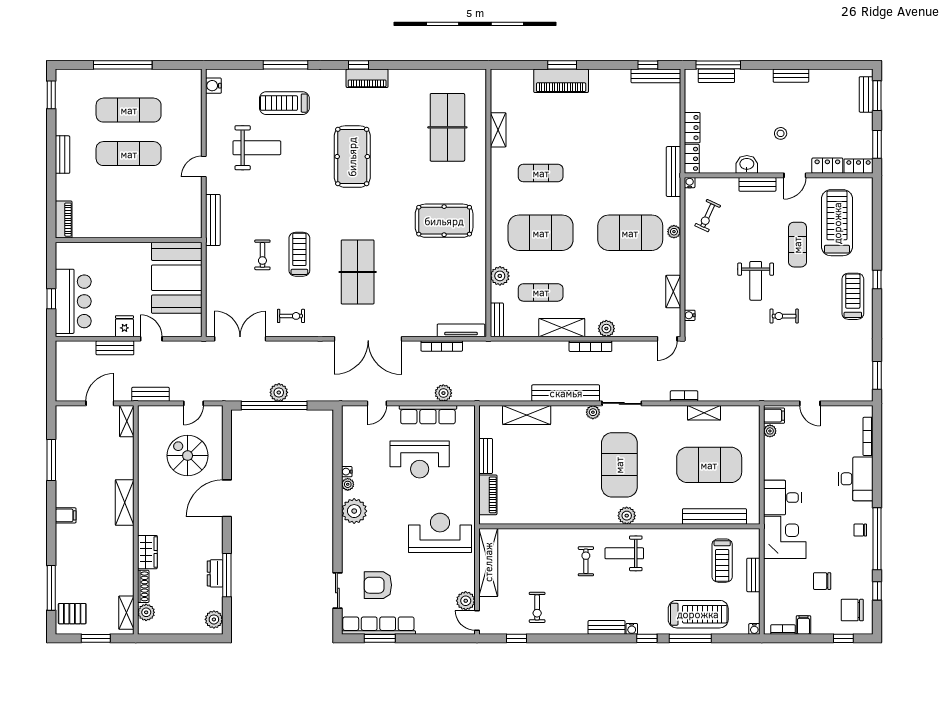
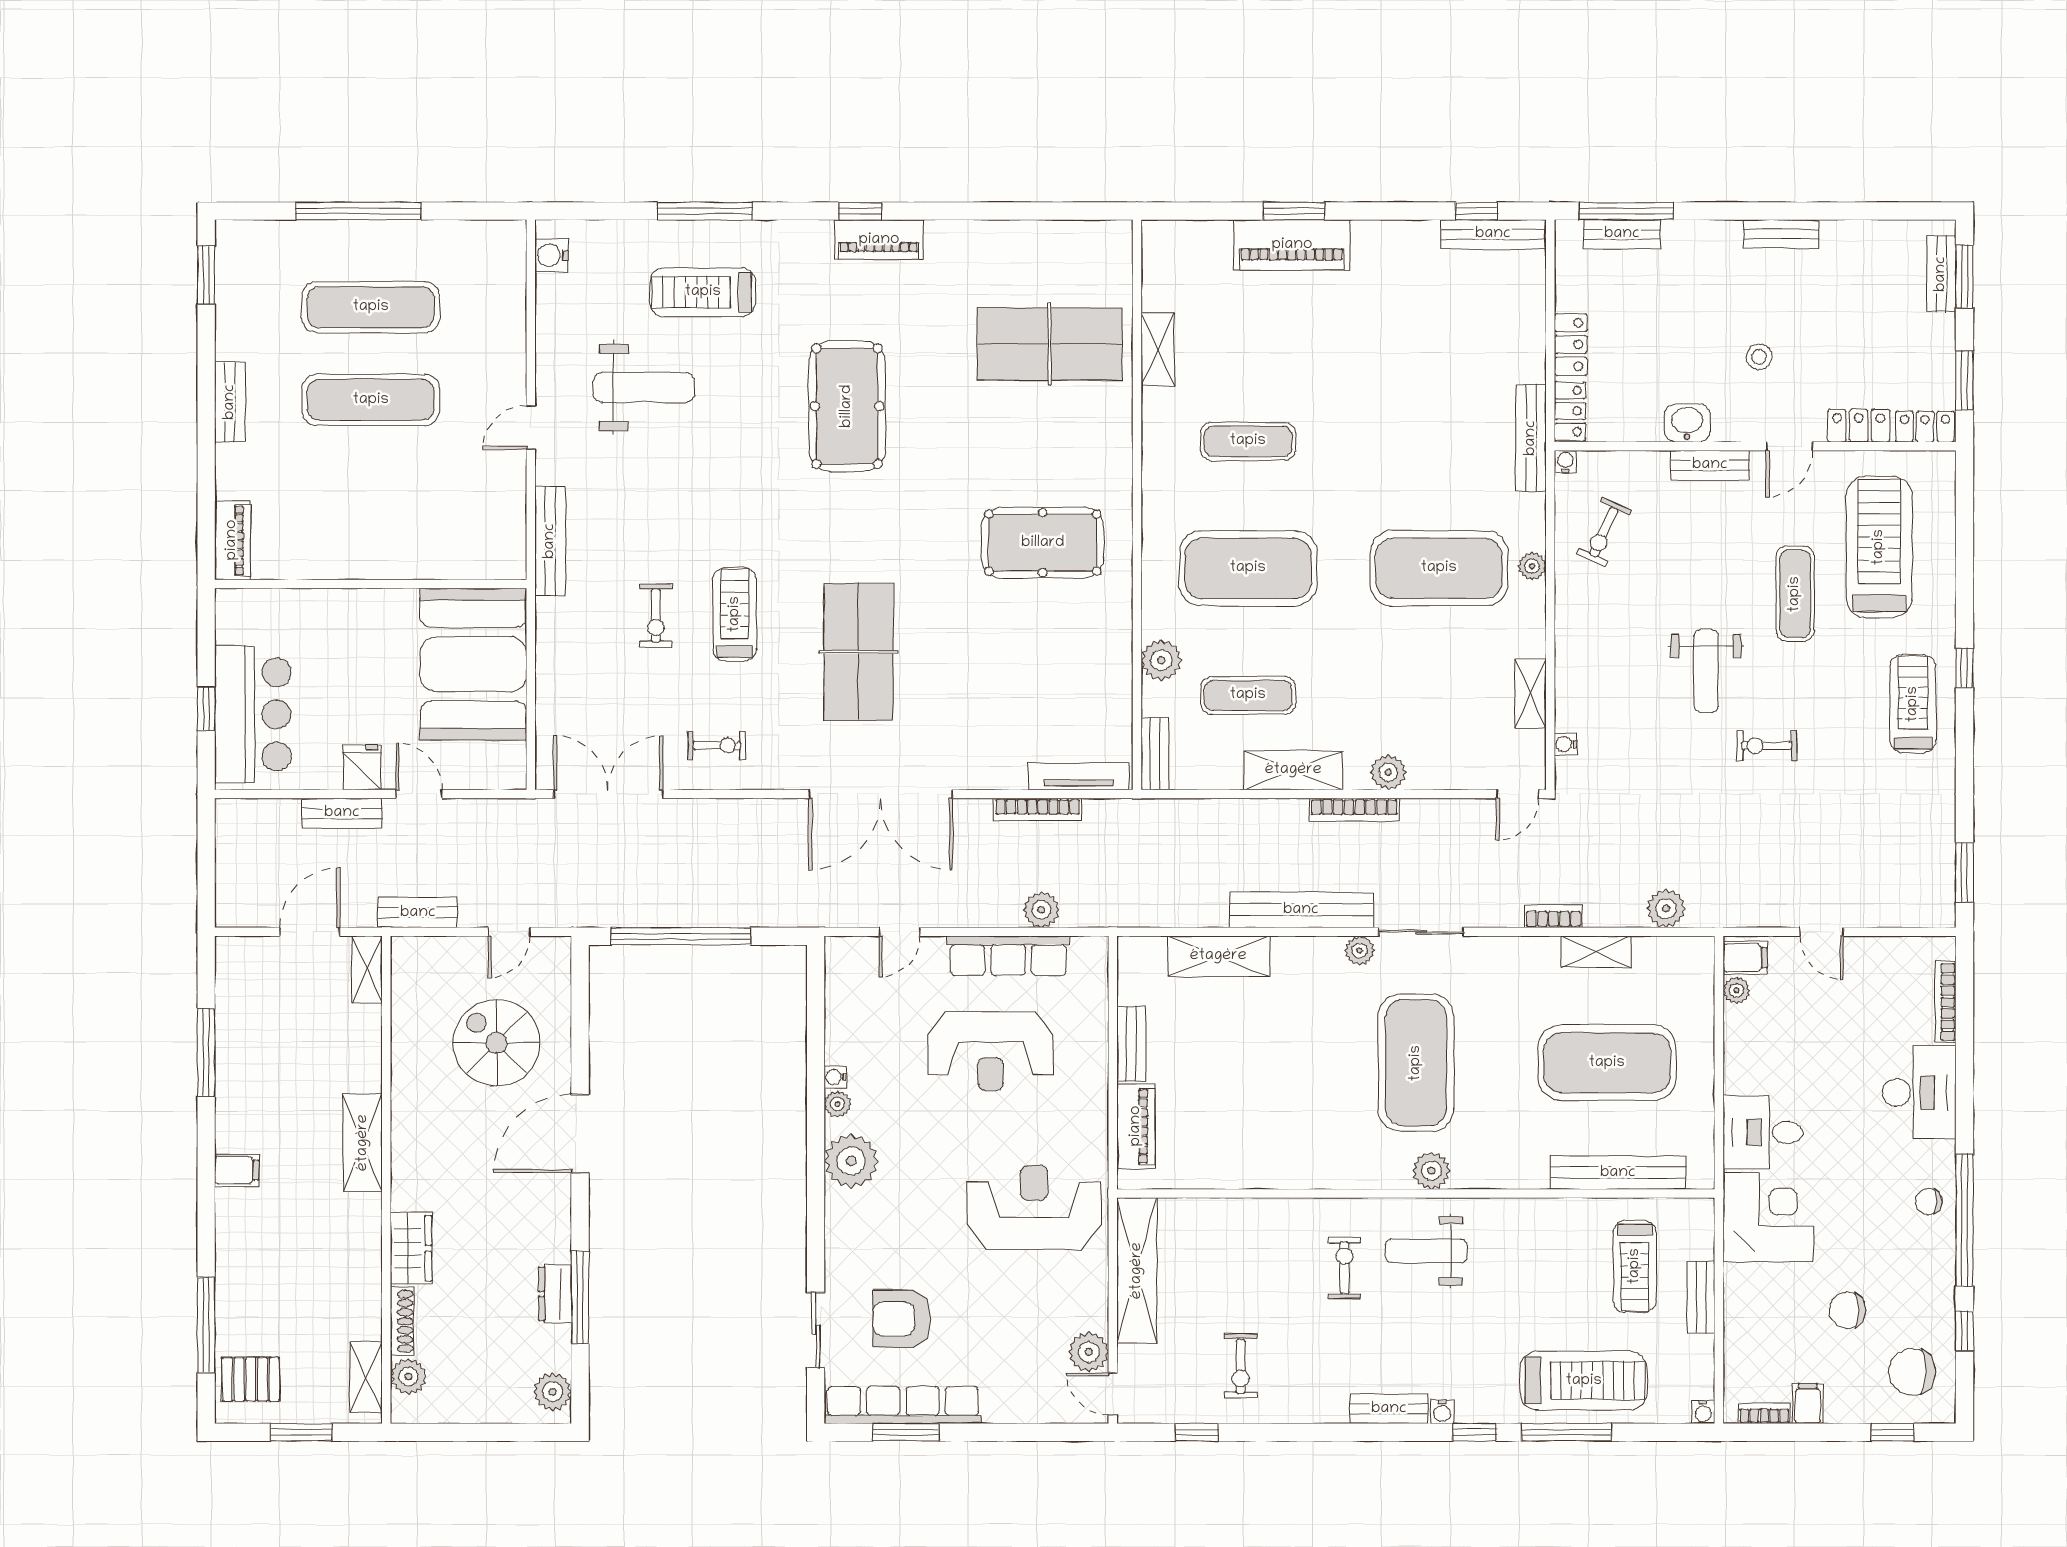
table tennis table: (447, 127) -> (1050, 344), turned 90
plant: (279, 392) -> (1666, 909), moved

